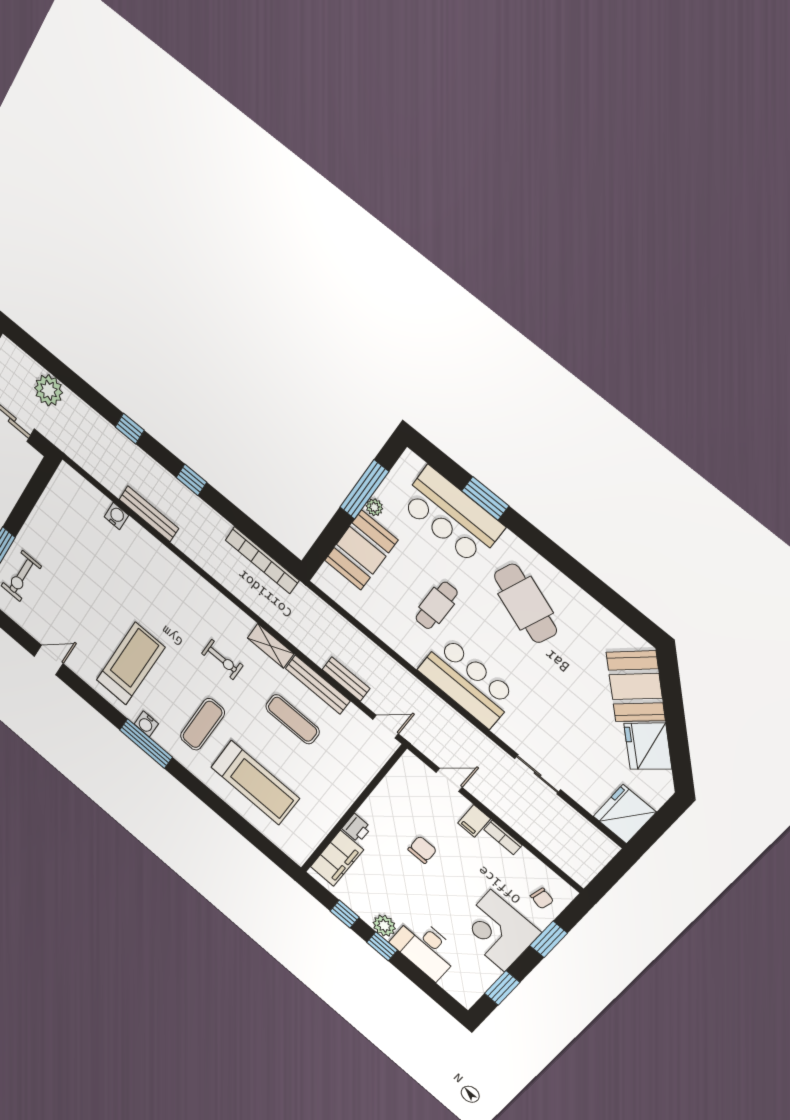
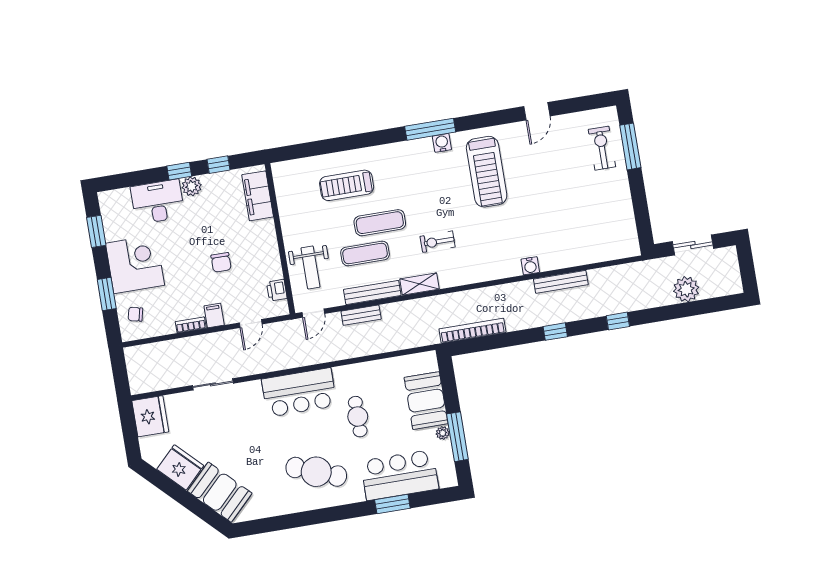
water cooler: (116, 516) -> (530, 266), moved
exercise mat: (202, 724) -> (380, 223), moved, turned 90
weight bench: (350, 761) -> (310, 267), added
treadmill: (255, 783) -> (347, 185), width x0.73, depth x0.73
printer: (356, 828) -> (277, 290), moved

